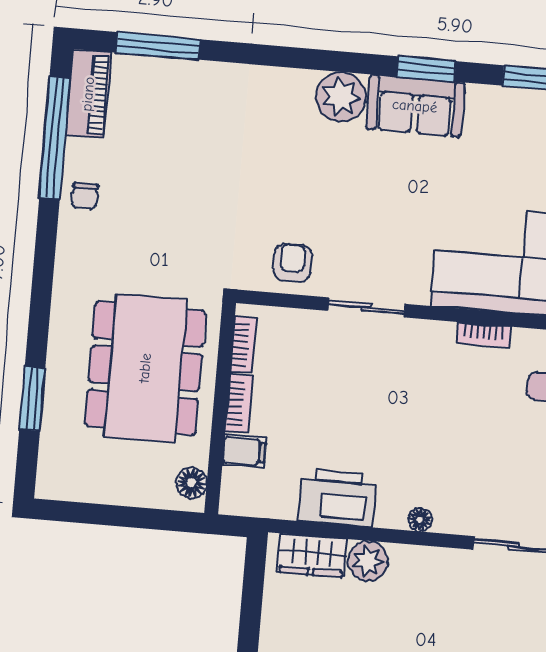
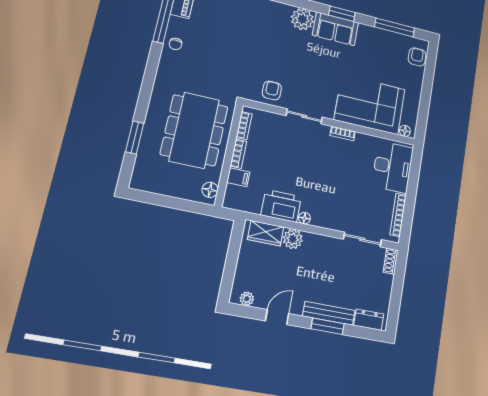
bookcase: (484, 335) -> (343, 133), moved
floor lamp: (420, 520) -> (304, 218), moved

